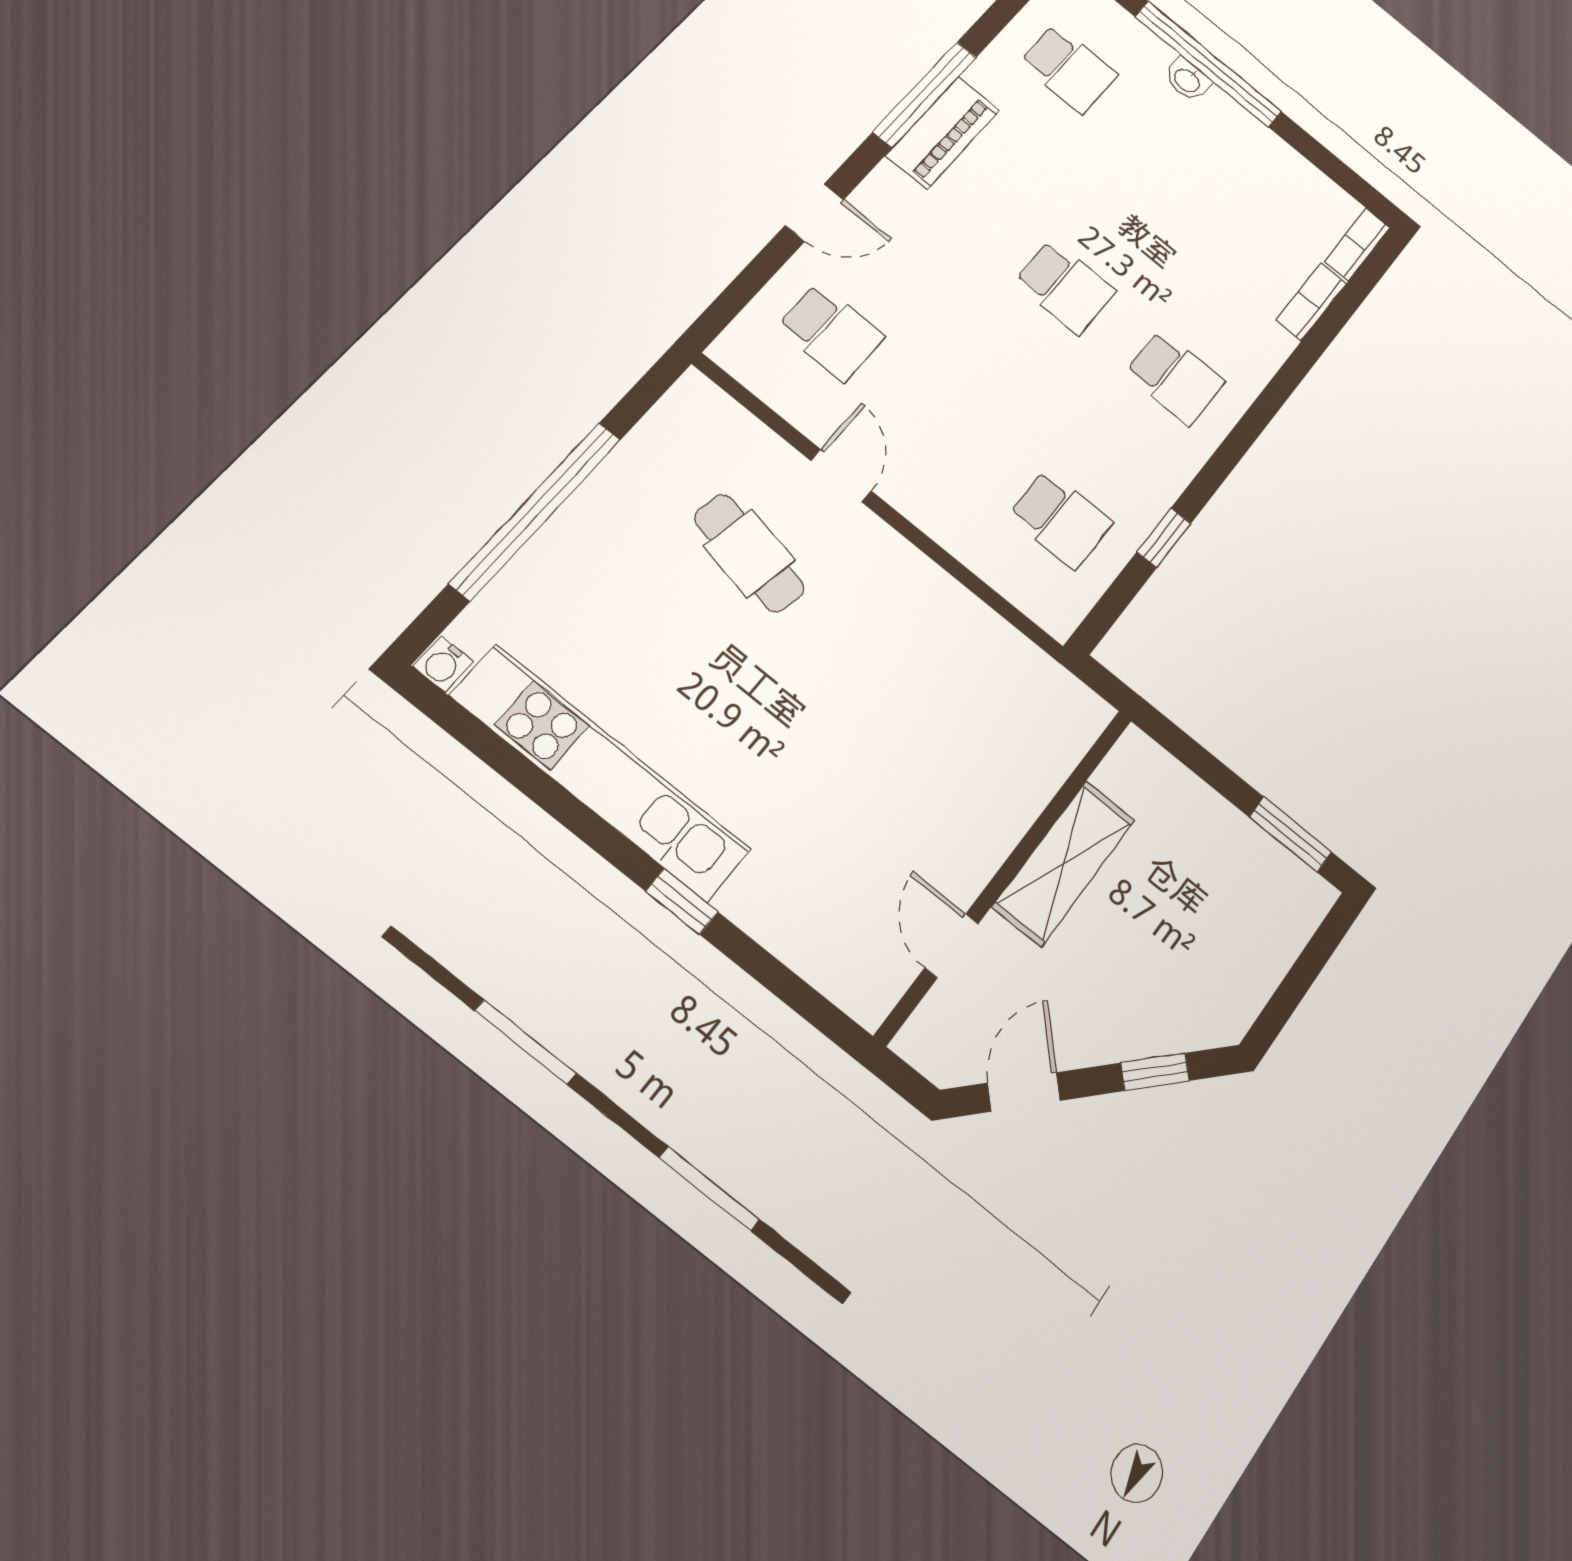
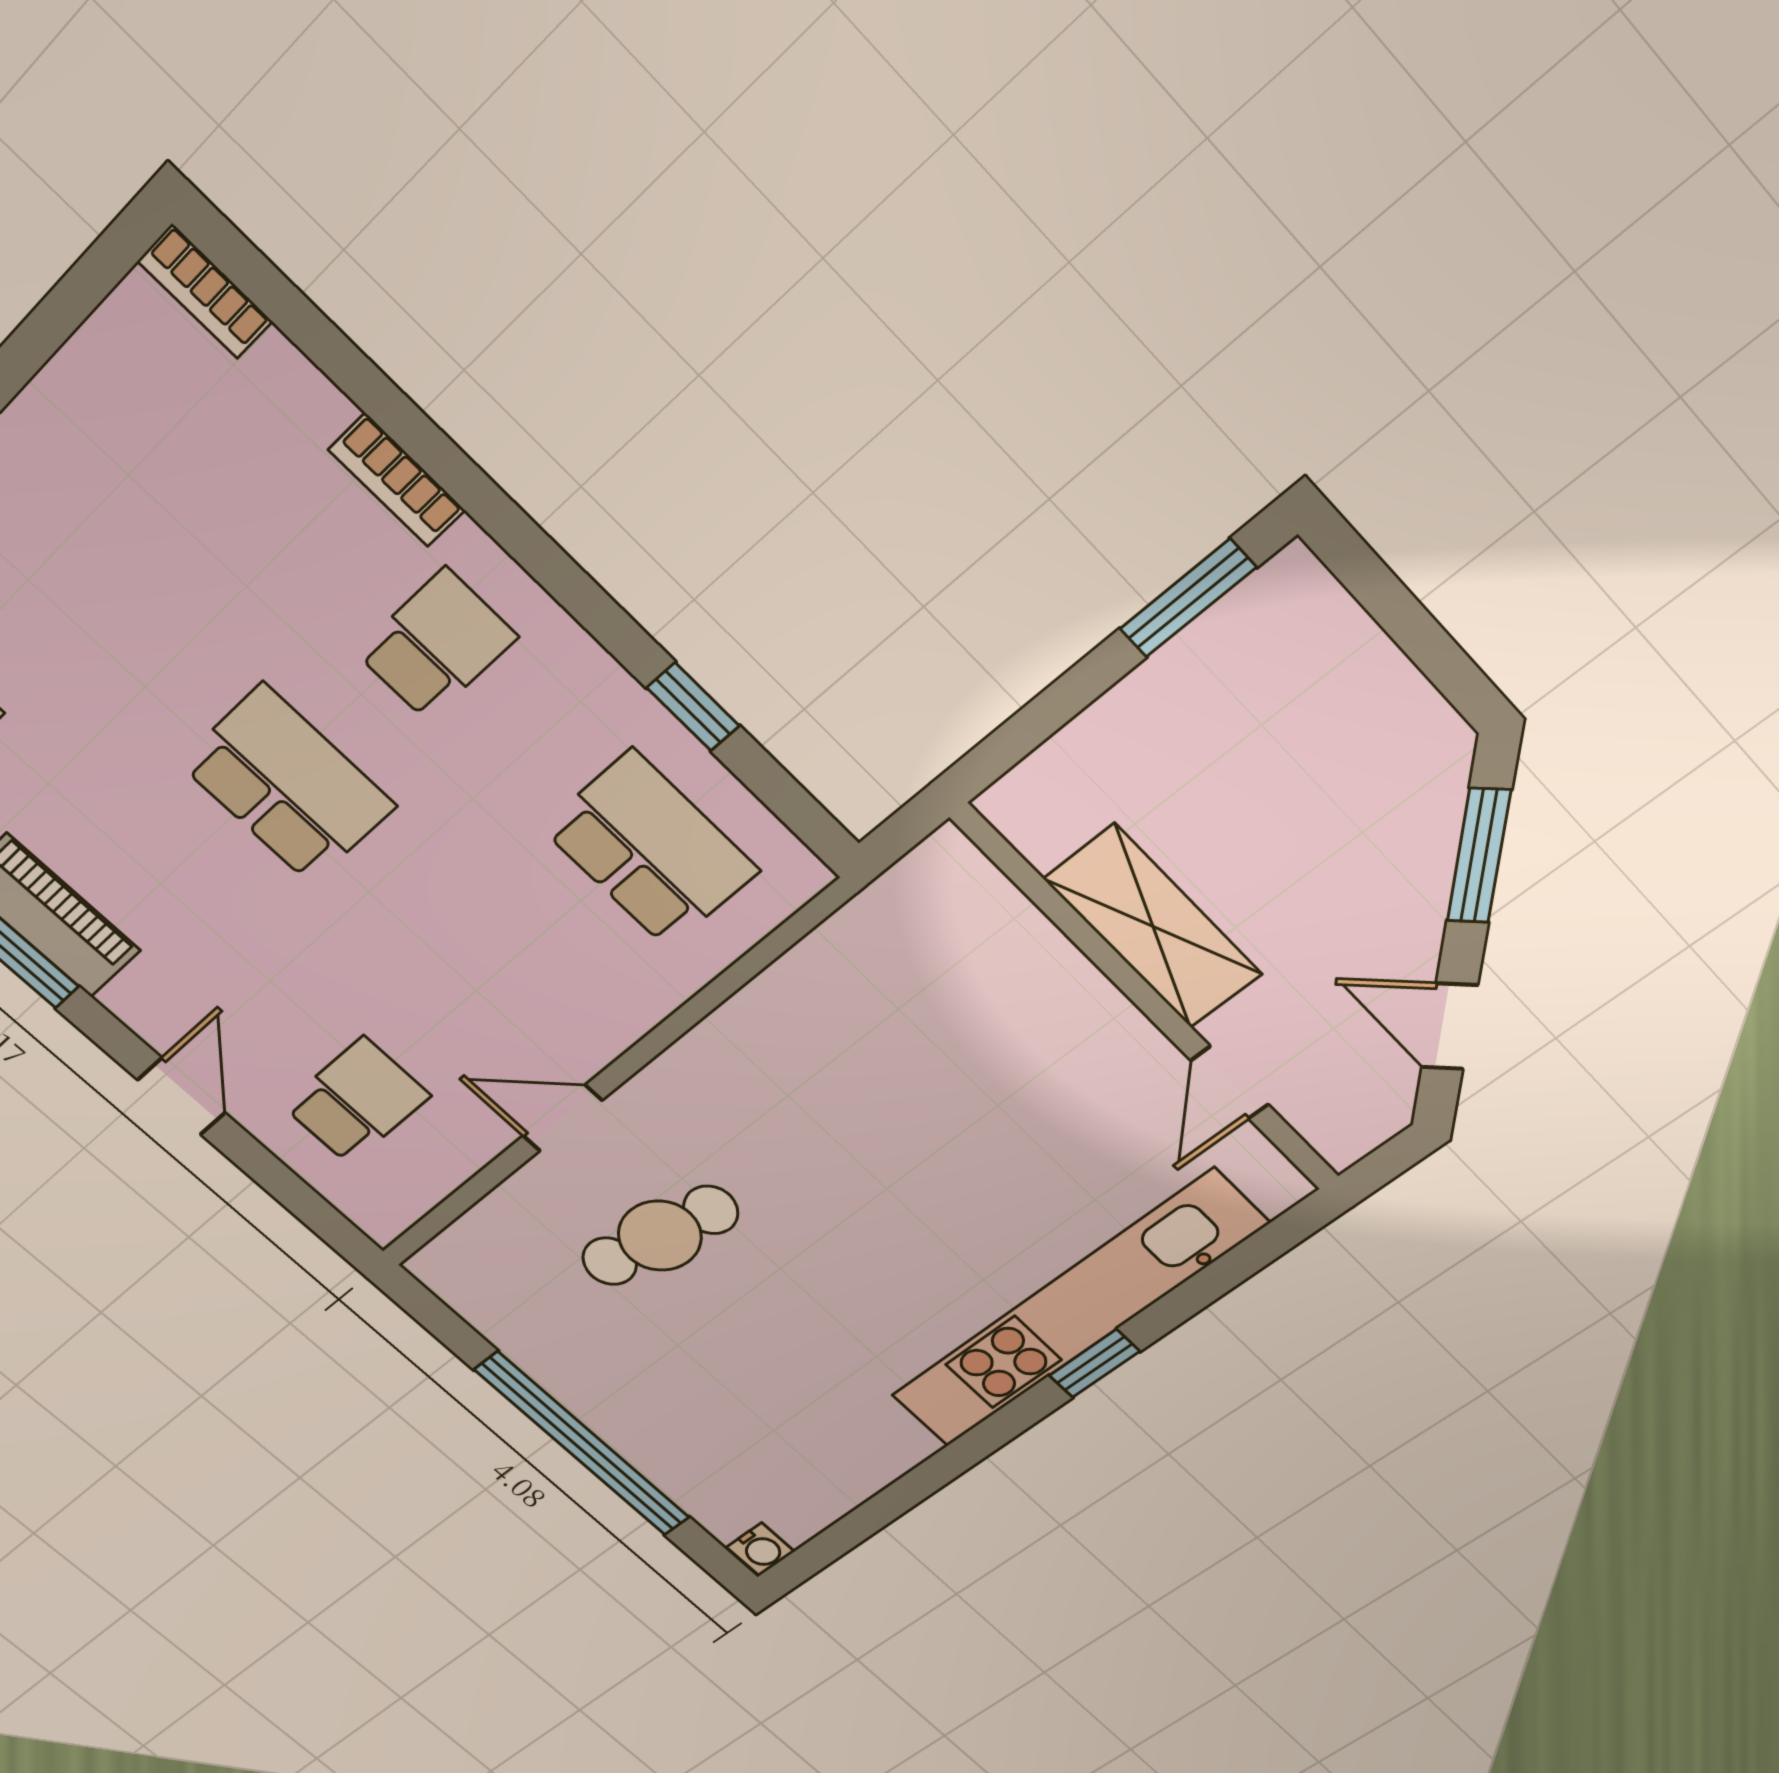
school desk: (1065, 287) -> (287, 785), width x1.85
bookcase: (1311, 302) -> (397, 480), moved
school desk: (1061, 519) -> (650, 849), width x1.85
kitchen unit: (601, 773) -> (1077, 1311), moved
door: (952, 946) -> (1230, 1082), hinge flipped
window: (1155, 1072) -> (1479, 856), width x1.50

